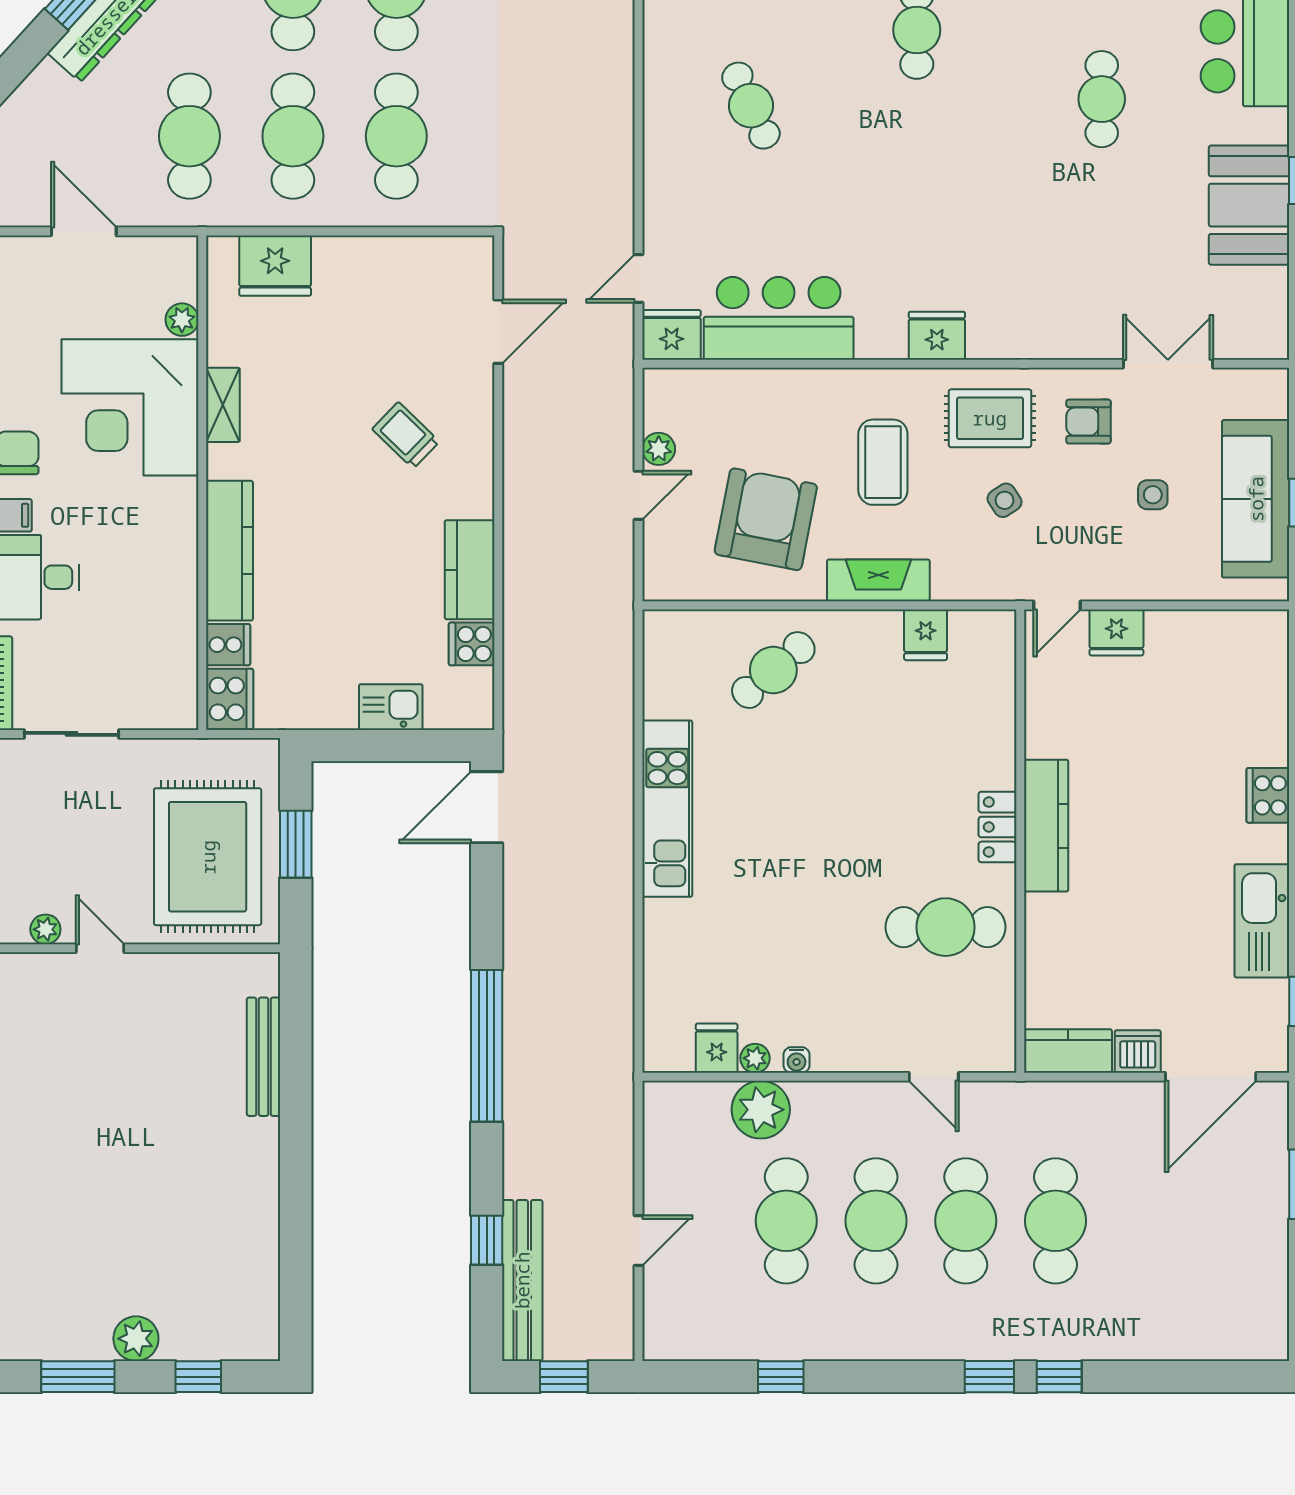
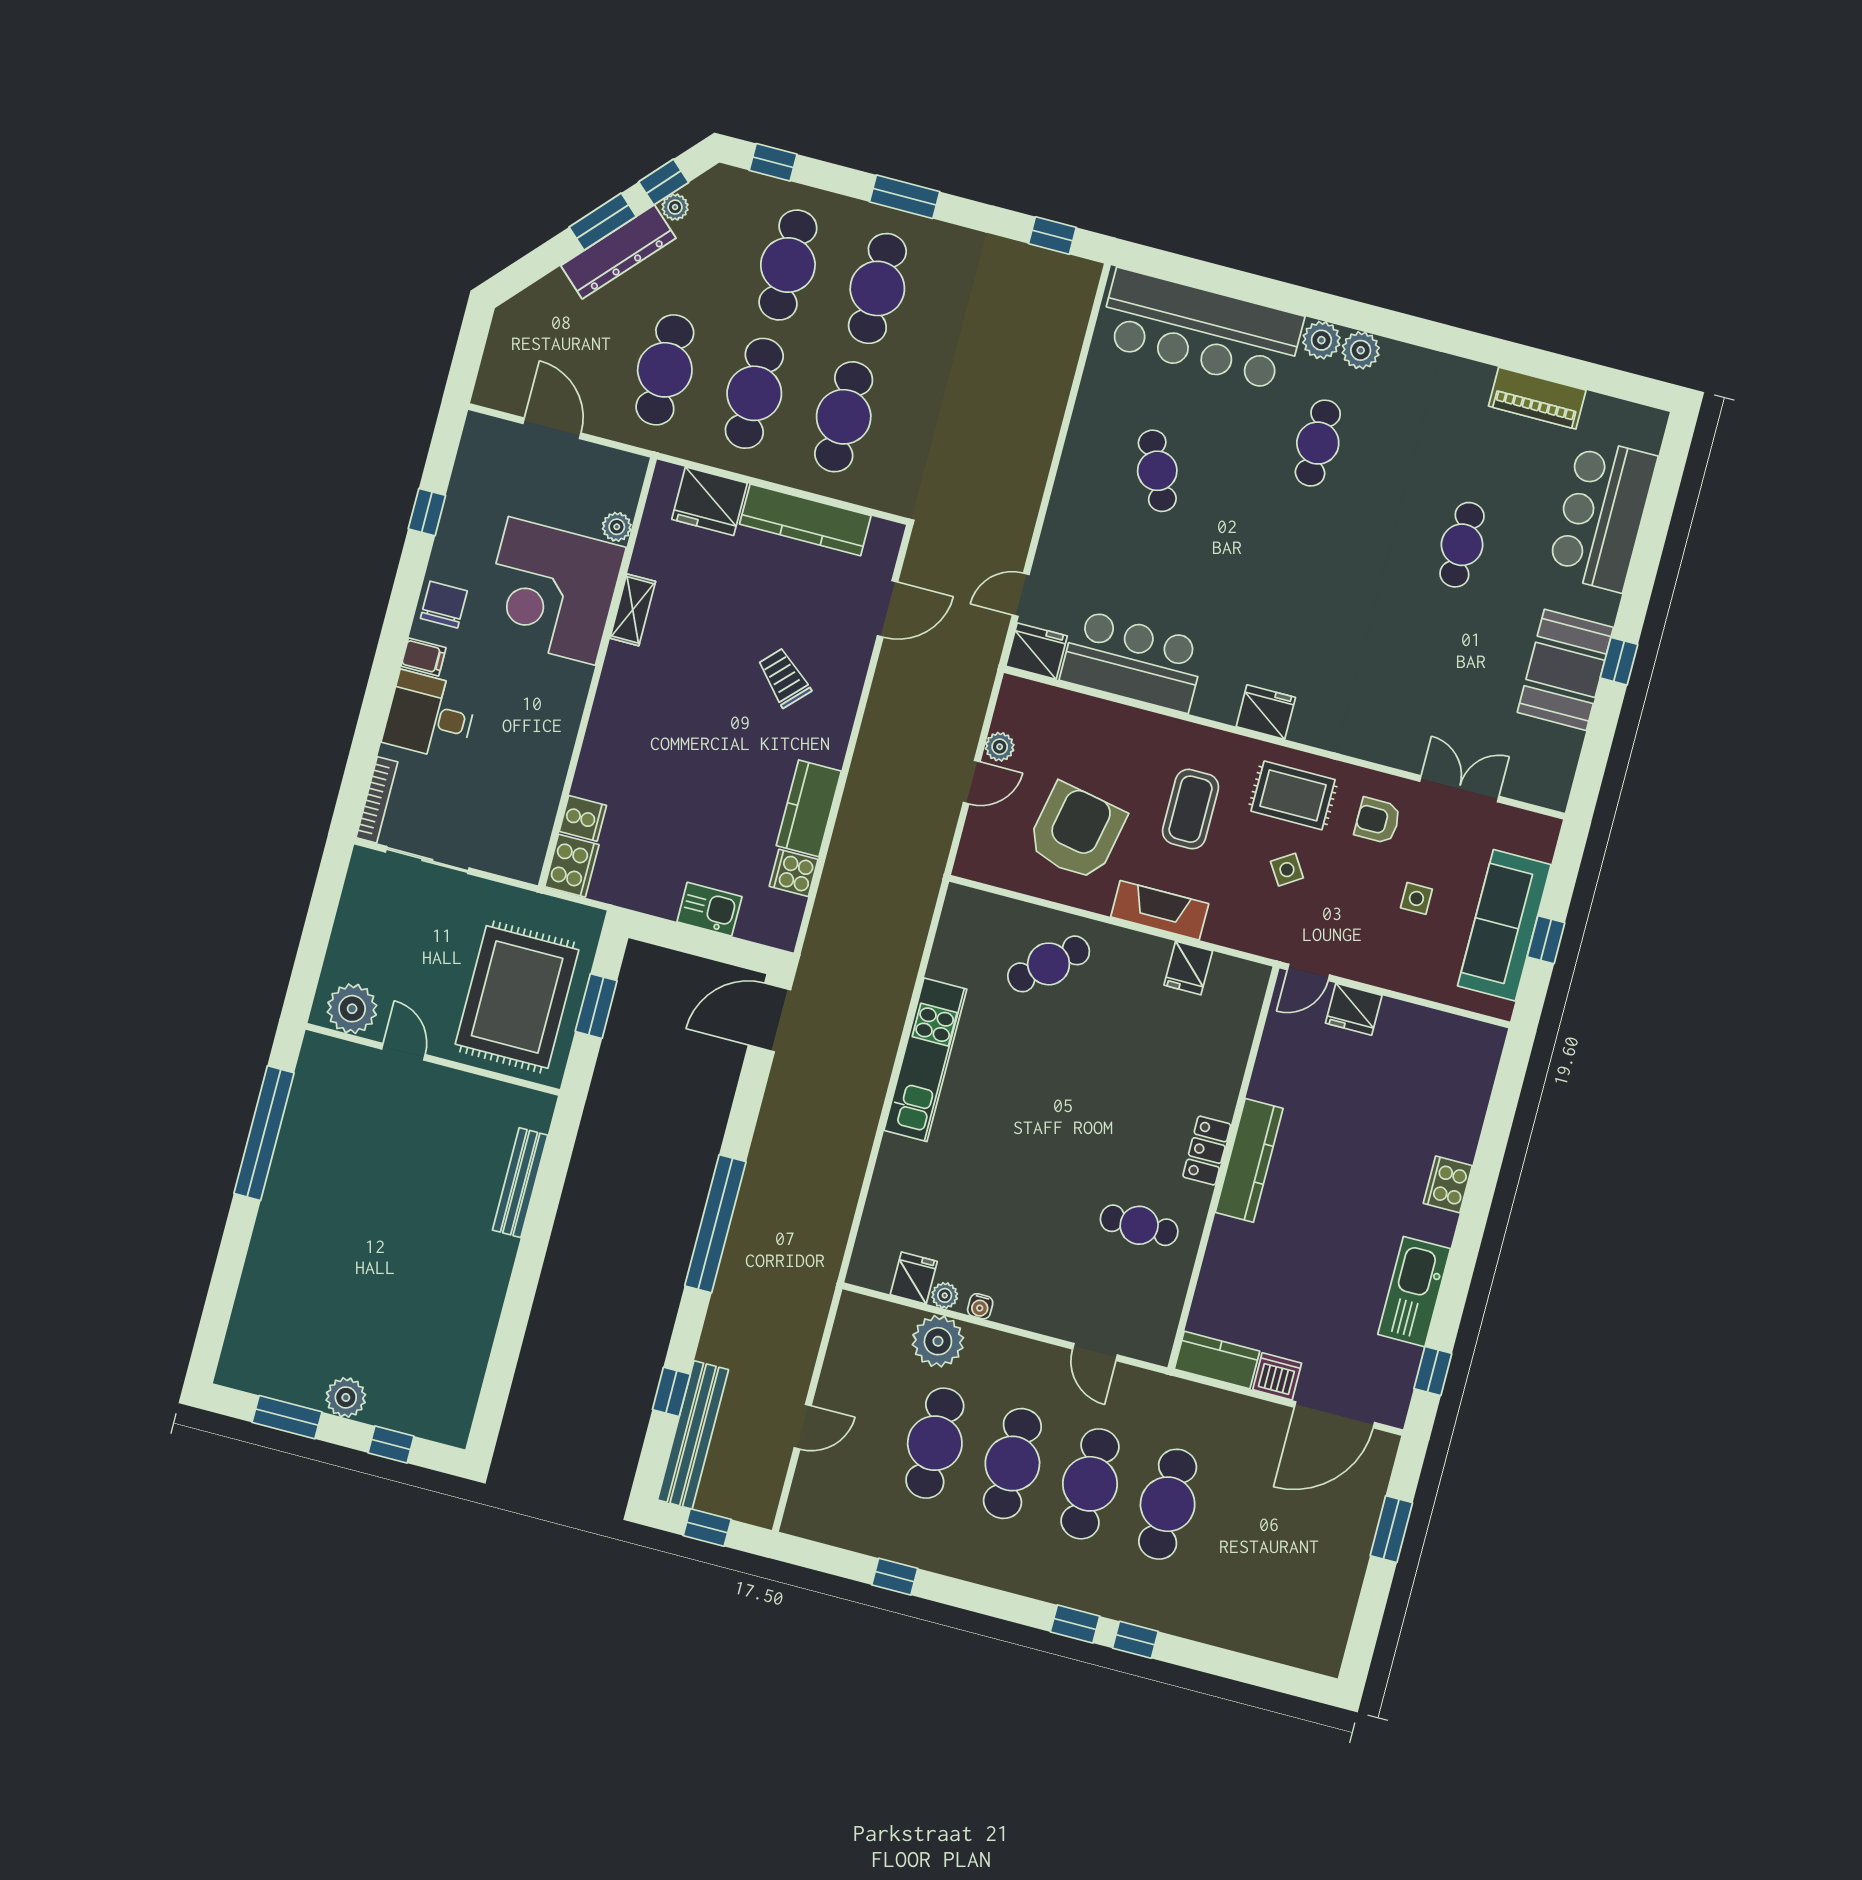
kitchen counter: (229, 551) -> (805, 520), moved, turned 90
cafe table: (945, 927) -> (1139, 1225), width x0.73, depth x0.74
plant: (45, 929) -> (352, 1009), width x1.87, depth x1.87

